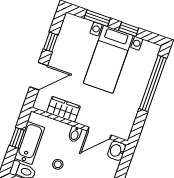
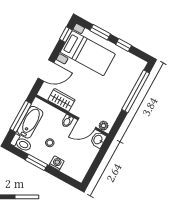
window: (51, 42) -> (66, 35), moved
bed with nightstands: (108, 59) -> (88, 53), moved, turned -90
plant: (120, 132) -> (104, 126), added
window: (17, 138) -> (21, 116), width x2.17

